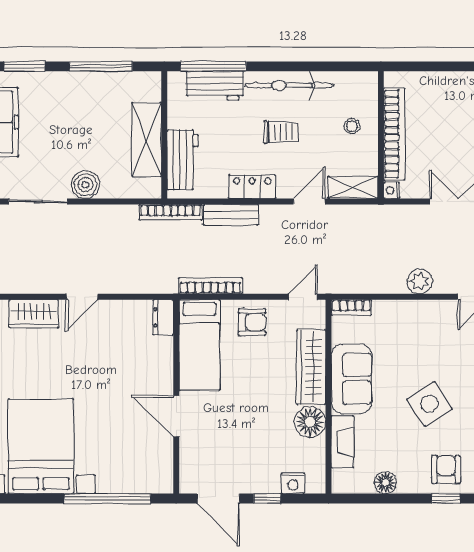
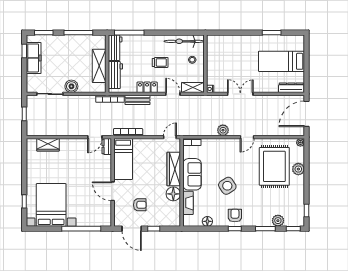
bicycle: (289, 85) -> (184, 41), moved
workbench: (215, 86) -> (115, 48), moved, turned -90
bookcase: (394, 134) -> (211, 63), removed
door: (309, 201) -> (173, 94), hinge flipped
door: (82, 297) -> (95, 137), moved
armchair: (252, 322) -> (140, 205), moved
nightstand: (293, 483) -> (165, 222), removed

